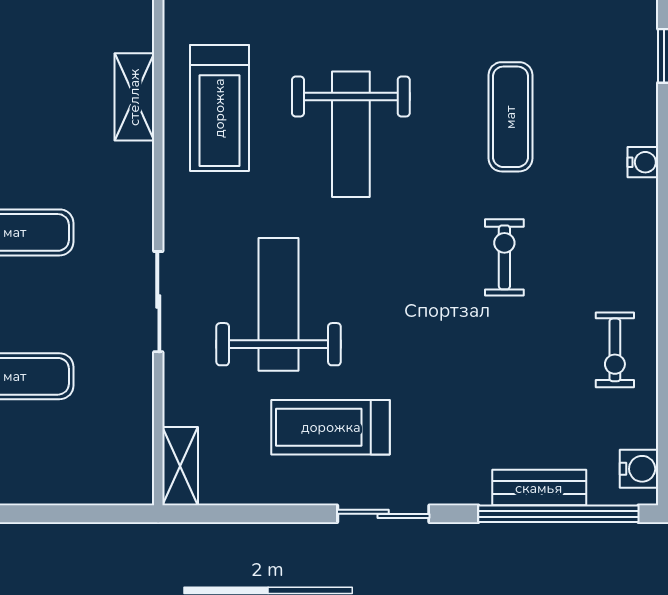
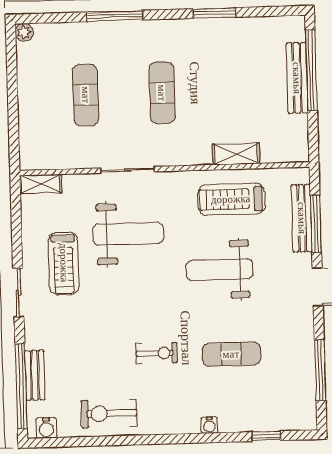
exercise bike: (615, 350) -> (109, 413), width x1.38, depth x1.39
treadmill: (331, 427) -> (64, 263), turned 180

